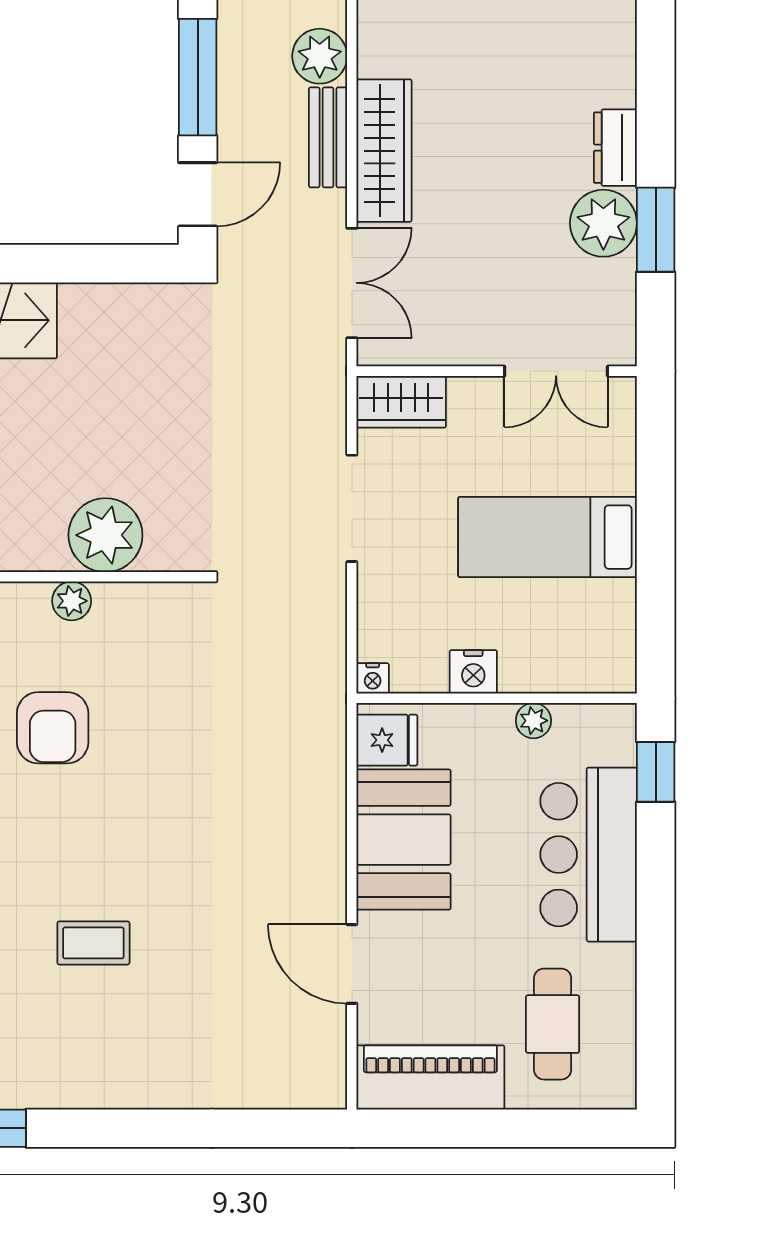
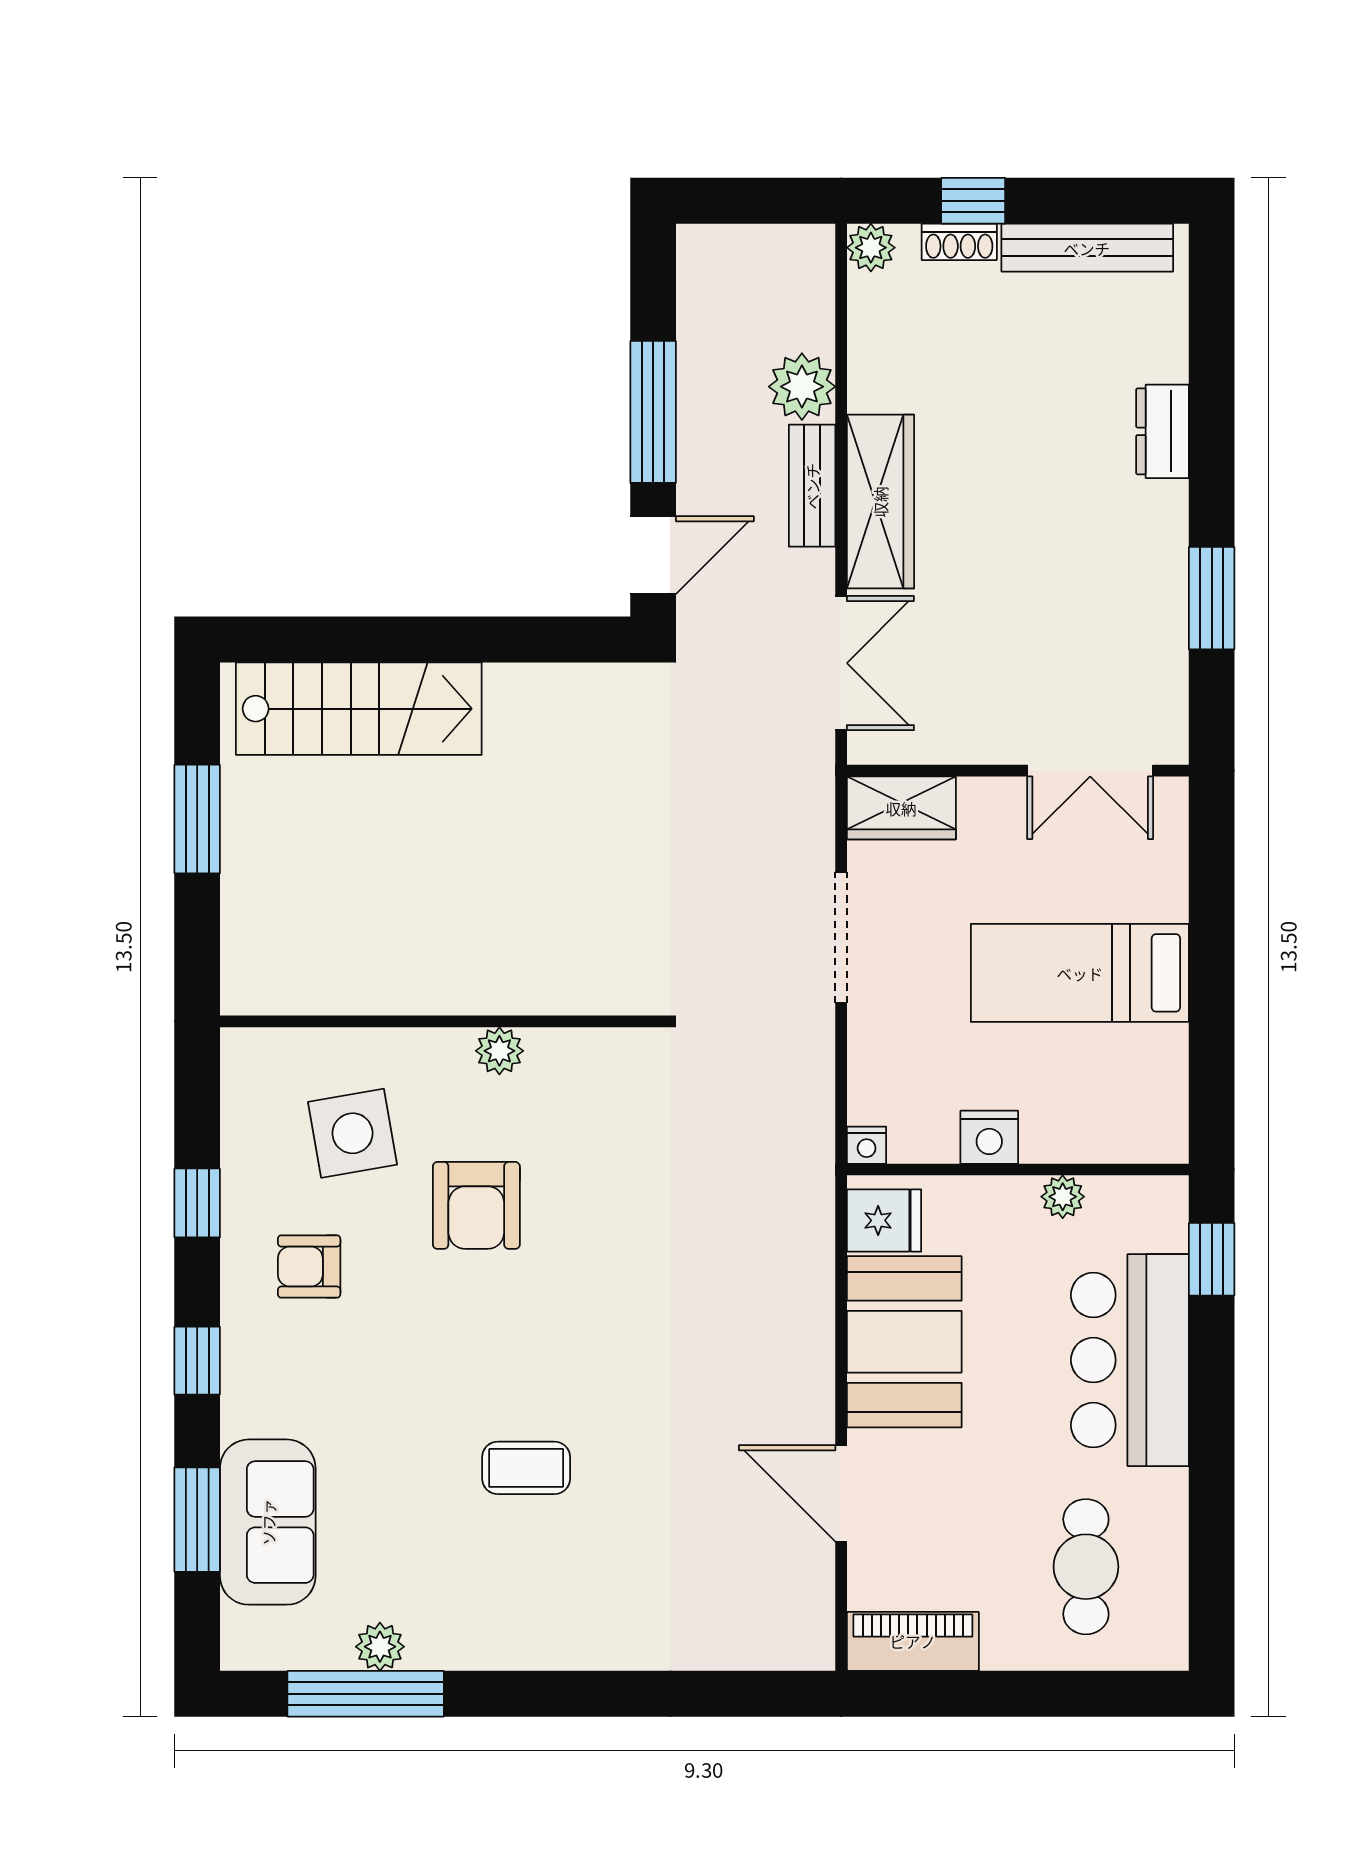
dresser: (615, 148) -> (1162, 431), moved
plant: (603, 223) -> (1148, 590), removed
plant: (105, 535) -> (541, 970), removed
piano: (430, 1077) -> (913, 1641), width x0.73, depth x0.75

